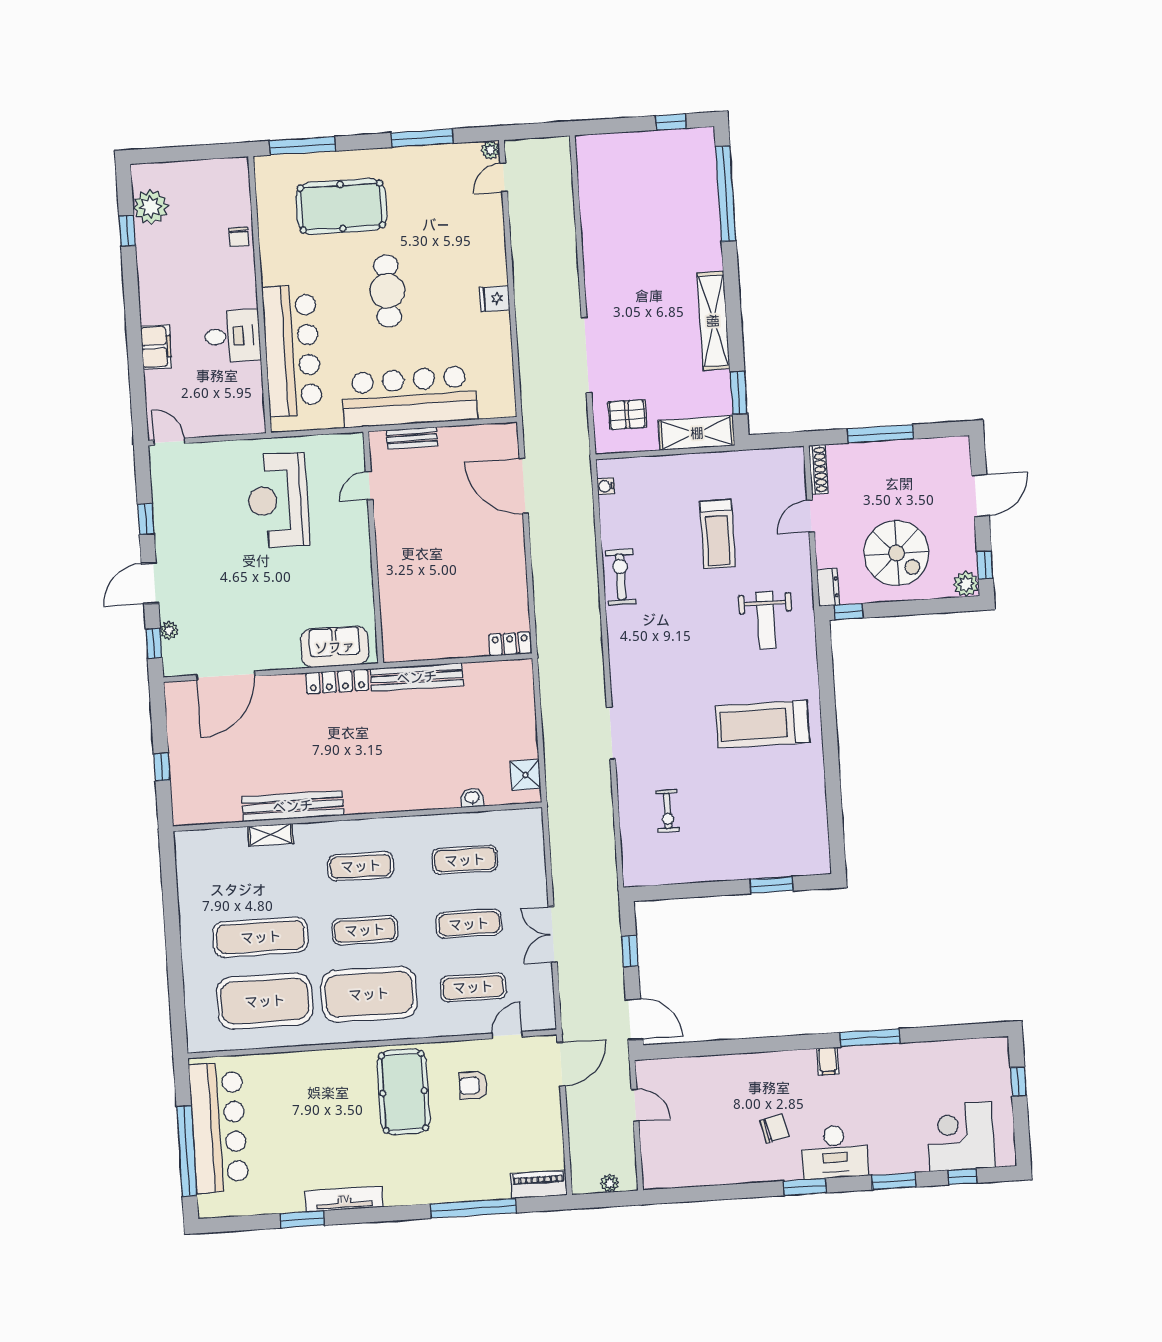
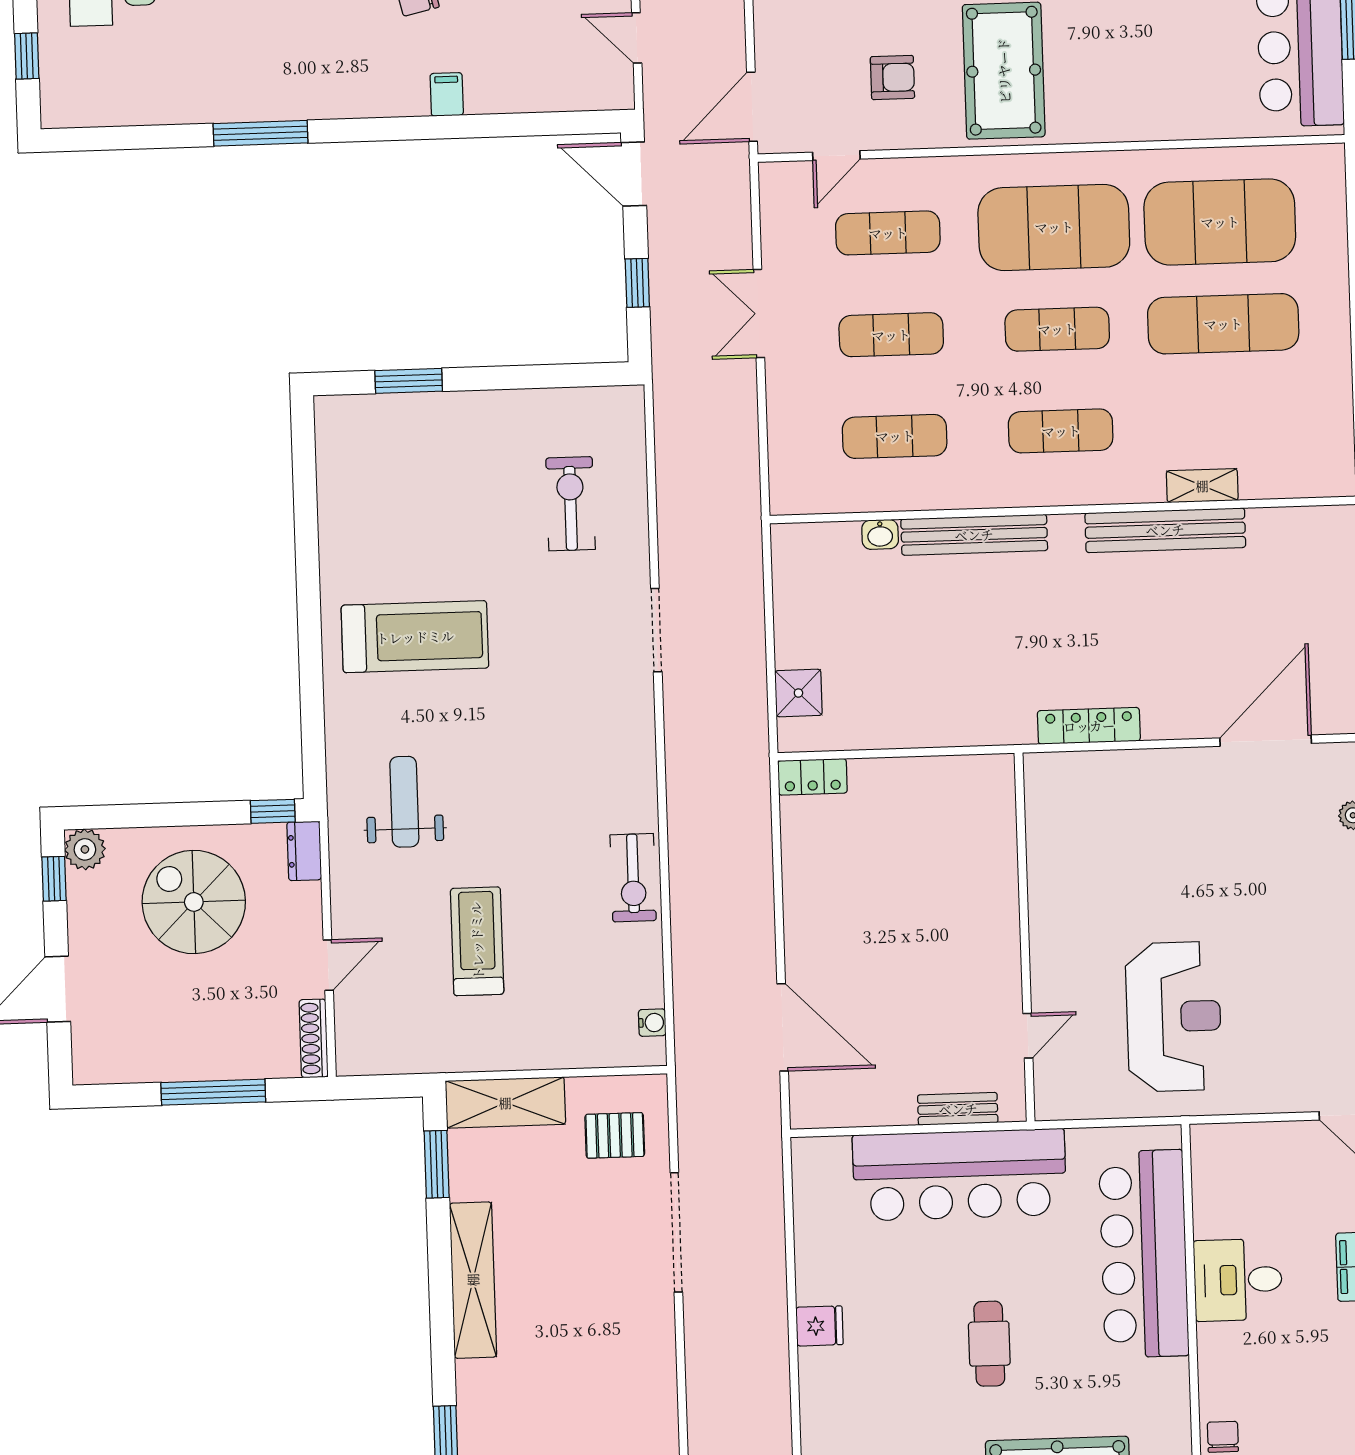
cafe table: (387, 291) -> (989, 1344), width x0.73, depth x0.74
sofa: (335, 647) -> (1091, 781), removed
bench: (417, 677) -> (974, 535), moved
shower: (525, 775) -> (798, 693), moved
exercise bike: (667, 811) -> (570, 504), width x1.38, depth x1.39
double door: (553, 934) -> (759, 314), swing flipped
filing cabinet: (828, 1061) -> (447, 94), moved

